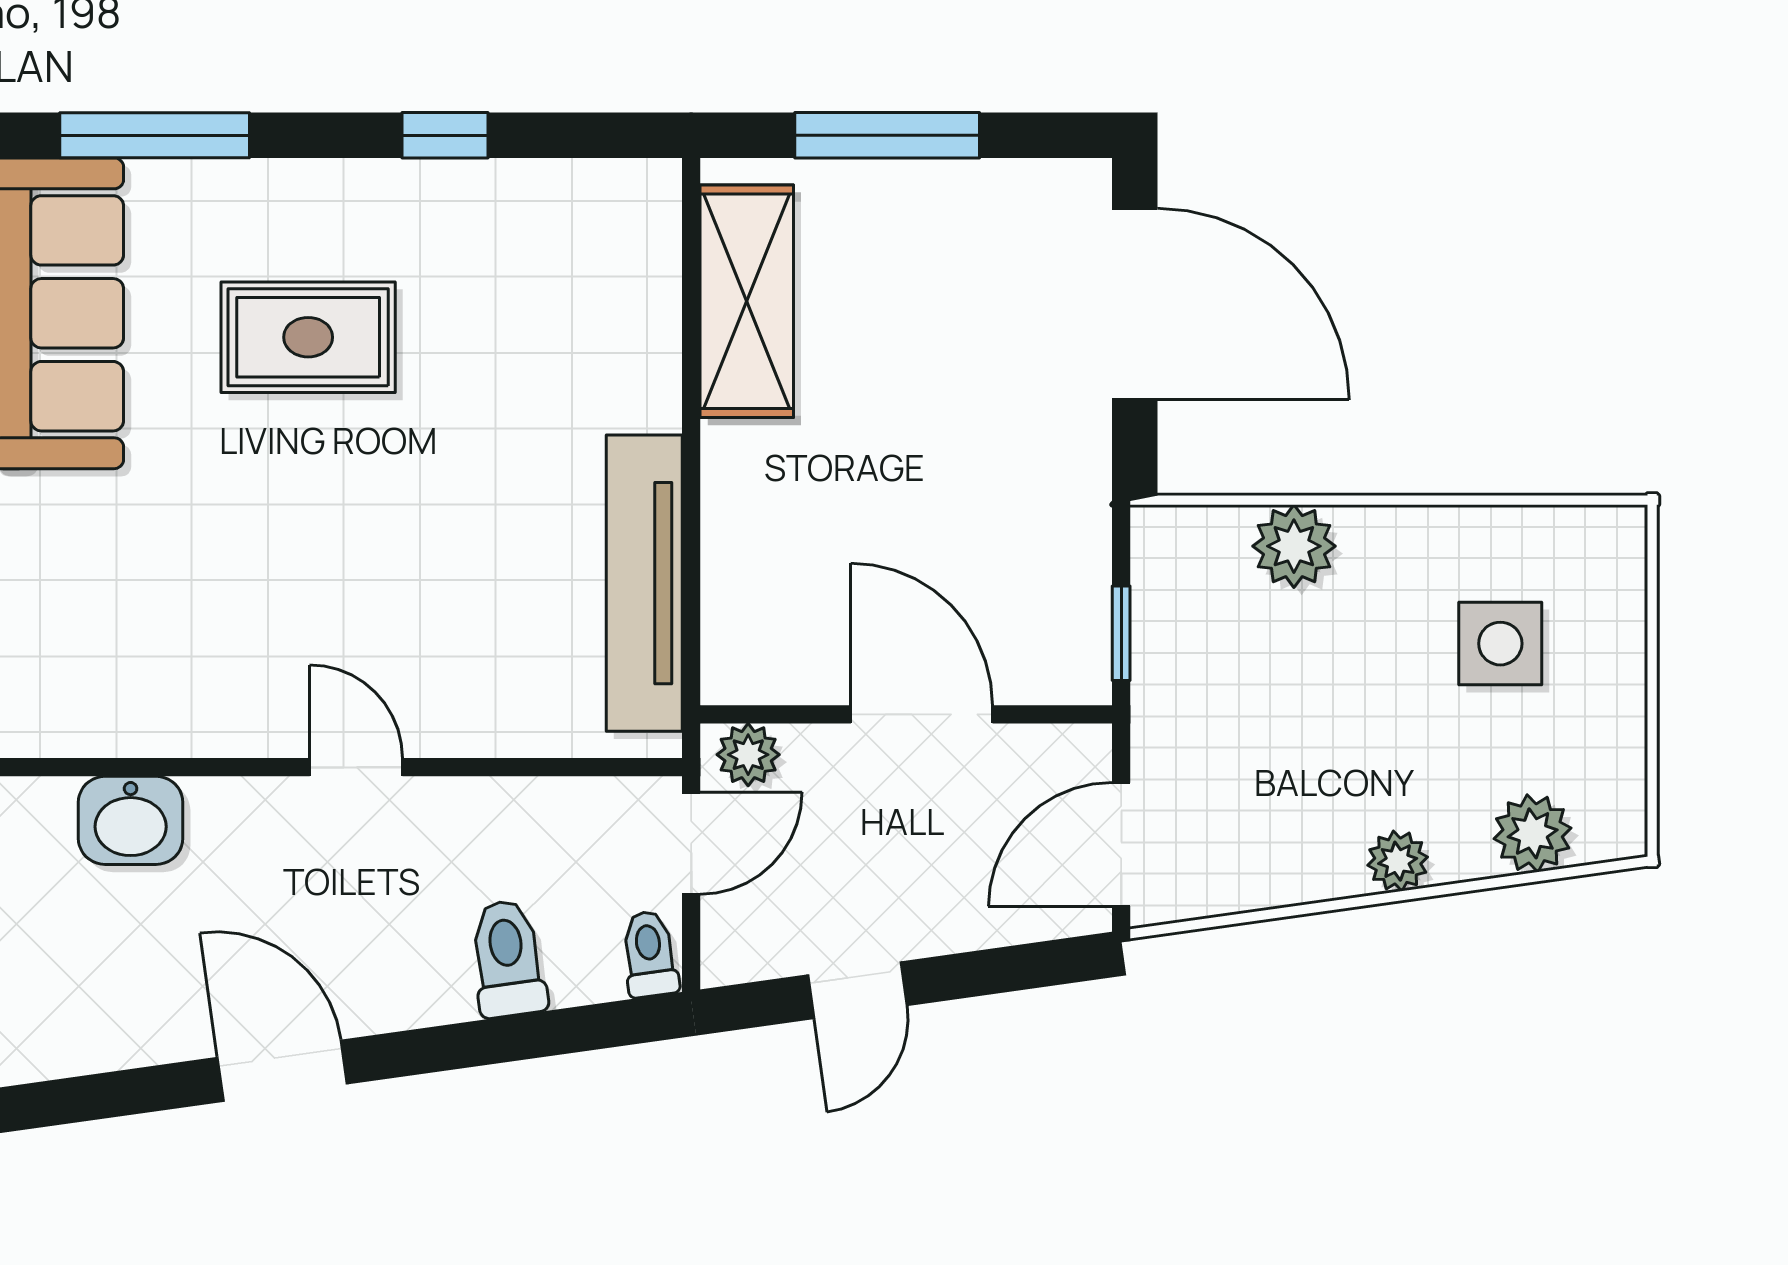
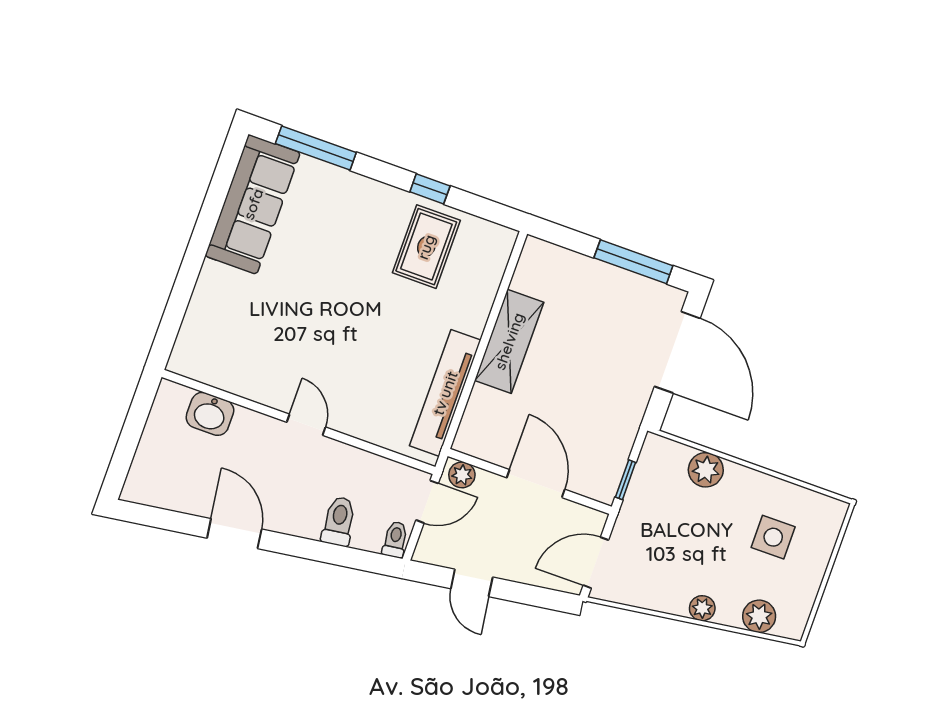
window: (887, 135) -> (633, 262), moved
shelving: (747, 301) -> (509, 341), moved
rug: (308, 337) -> (426, 247), moved, turned 90
door: (857, 990) -> (472, 583), hinge flipped

